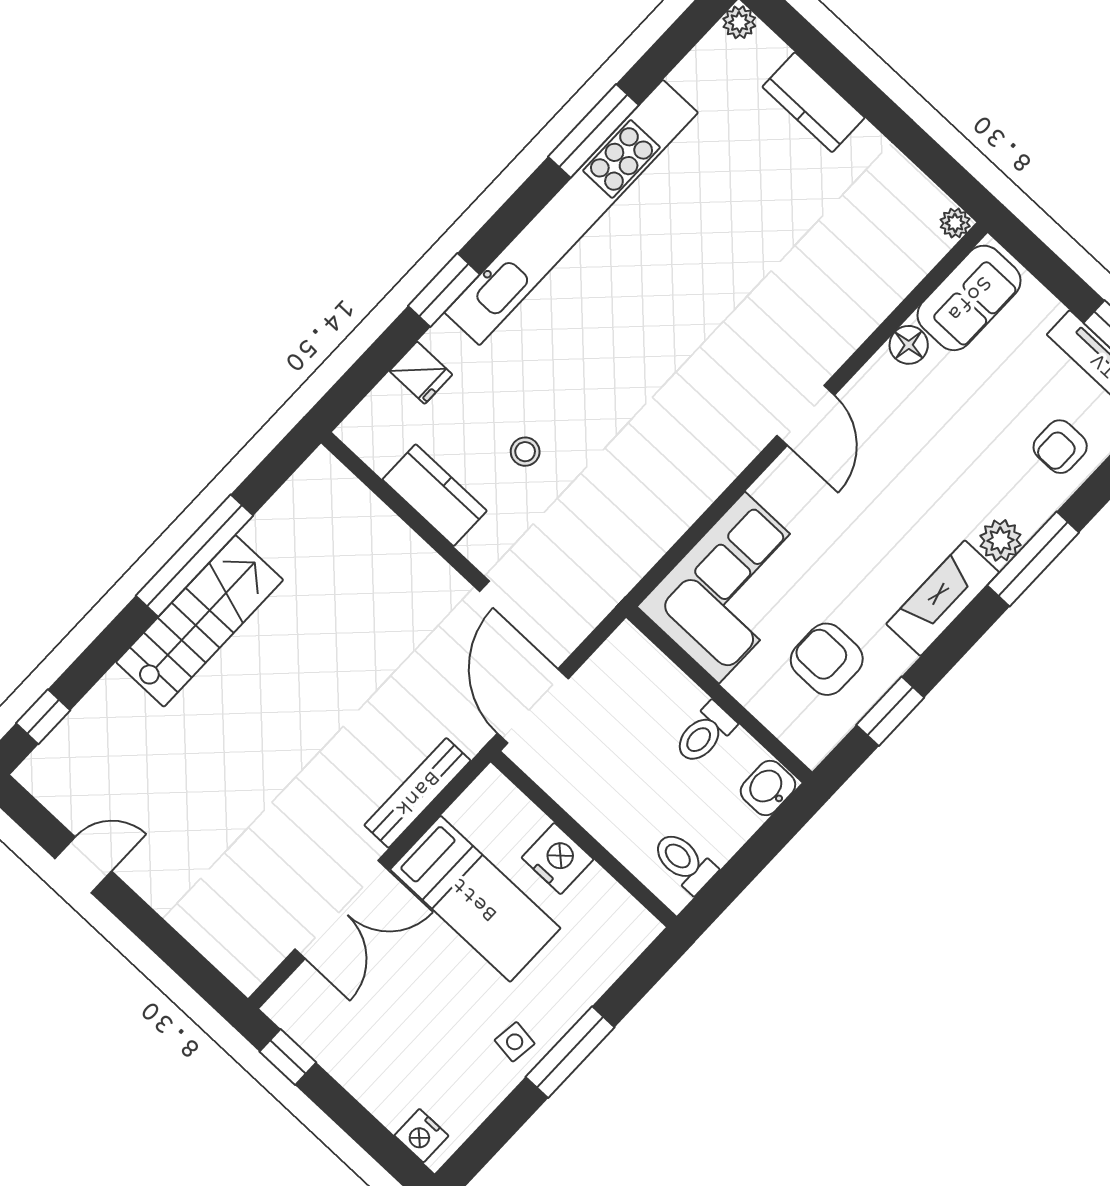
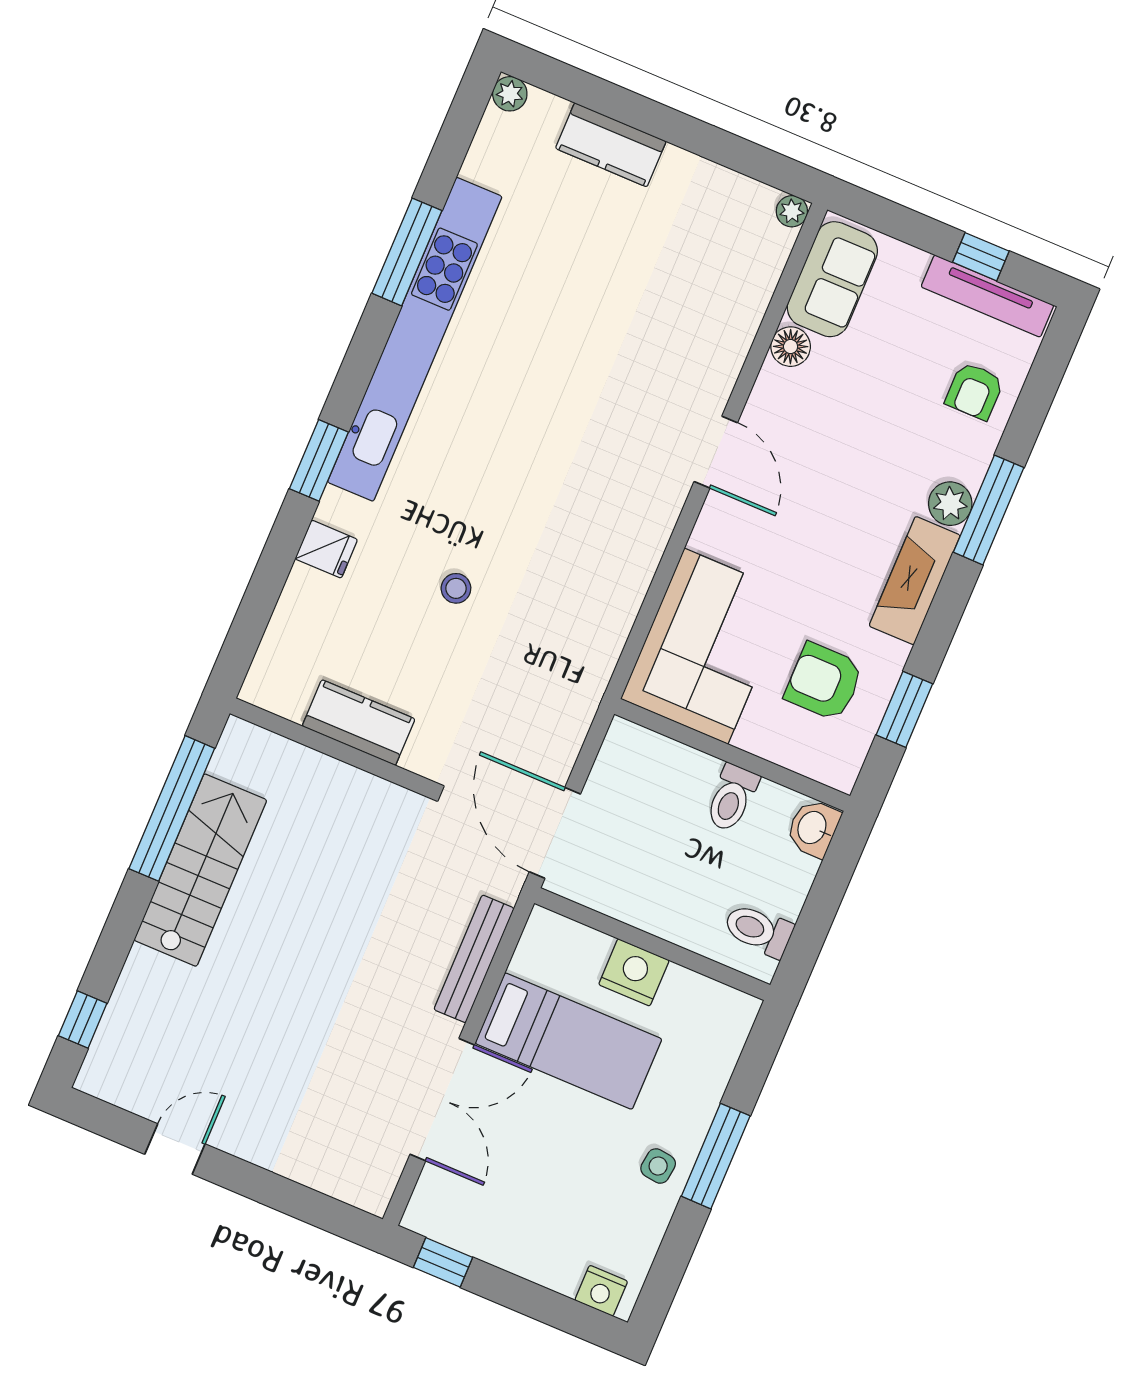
kitchen counter: (435, 495) -> (359, 723), moved
wall: (400, 507) -> (329, 746), moved

